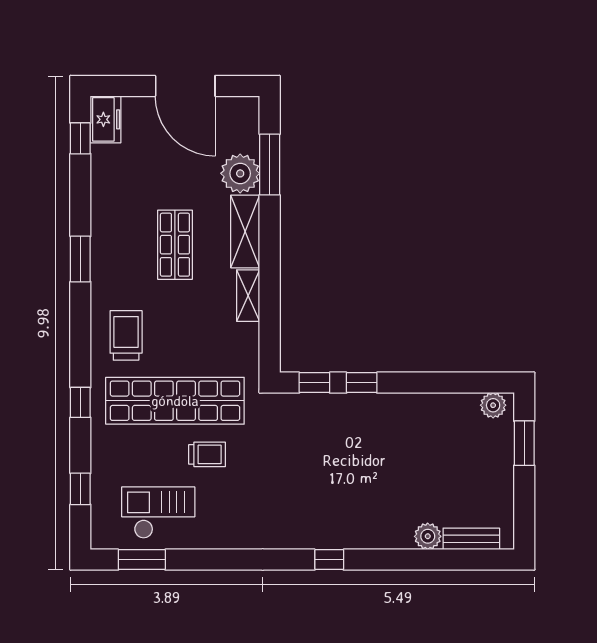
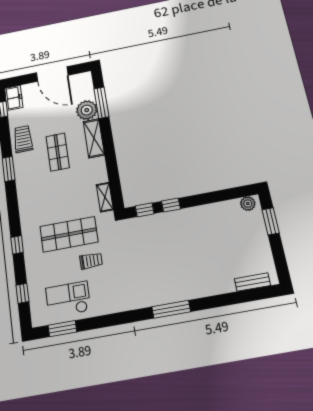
shelving: (248, 296) -> (105, 197), moved
trolley: (126, 335) -> (23, 139), moved
shop shelf: (175, 401) -> (69, 234), width x0.71
plant: (428, 536) -> (226, 285), removed
window: (329, 560) -> (171, 309), width x2.17

